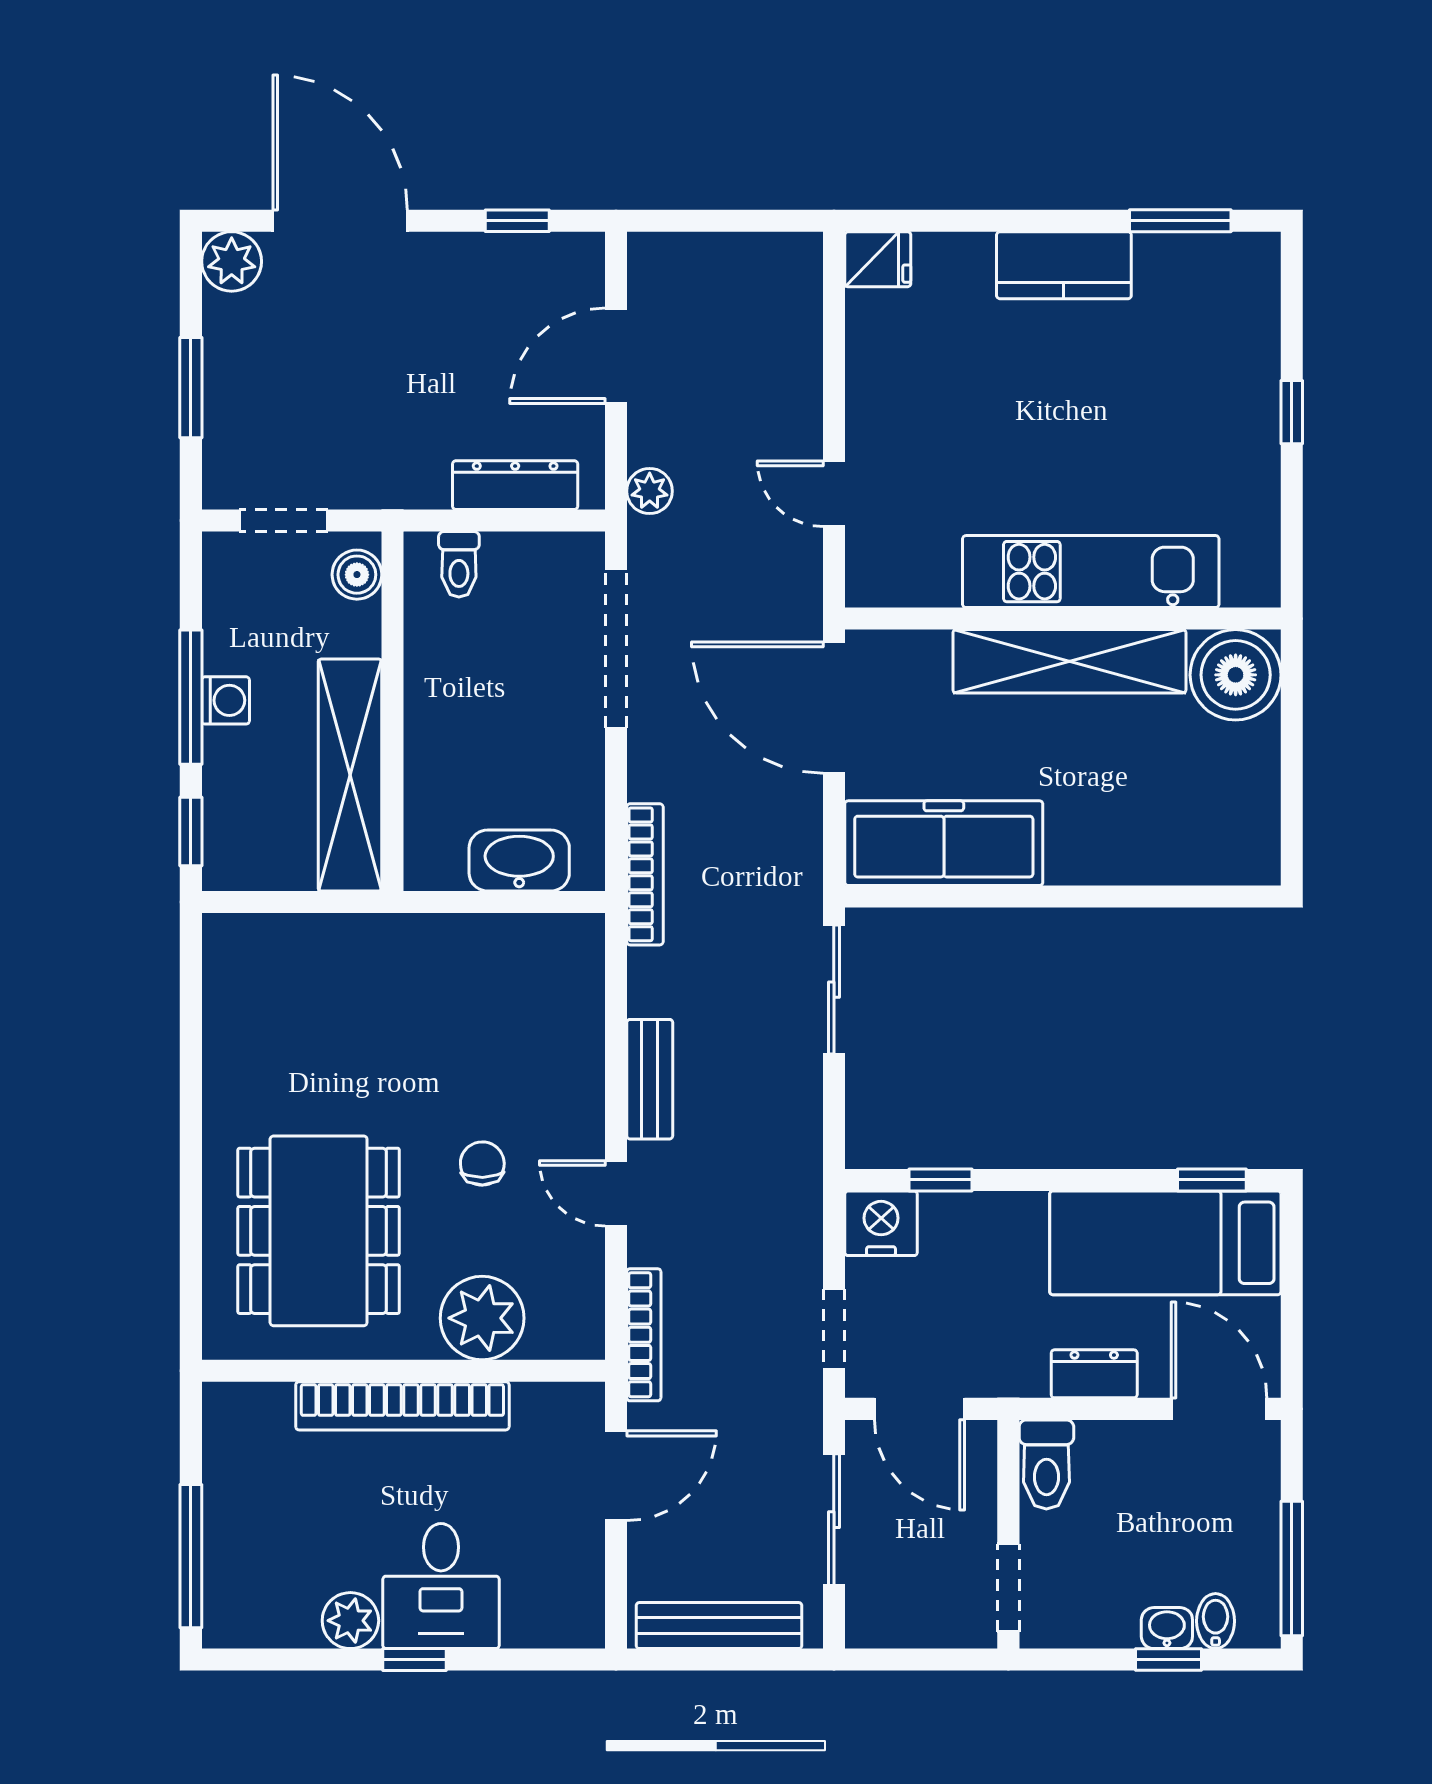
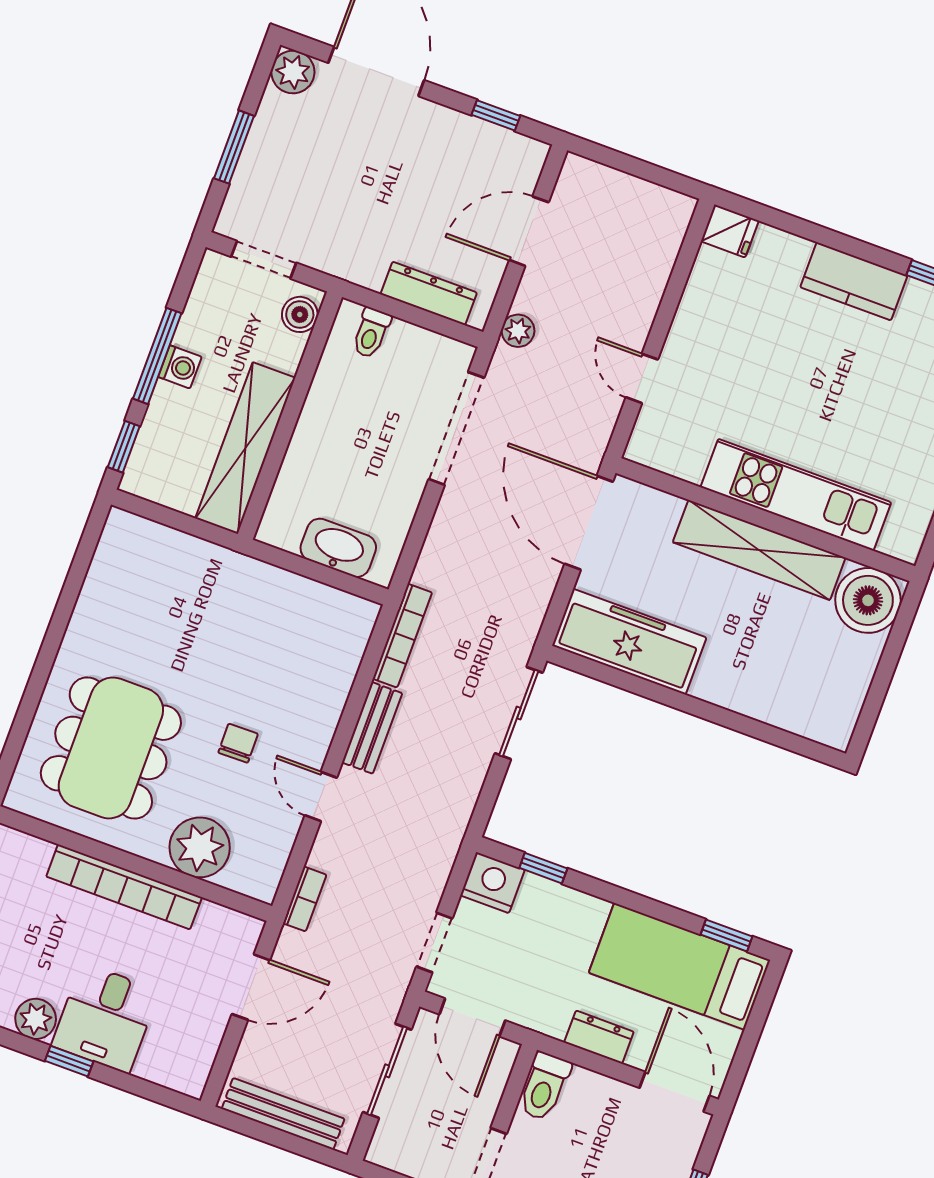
bookcase: (645, 874) -> (402, 636), moved
bookcase: (644, 1335) -> (305, 899), width x0.64

